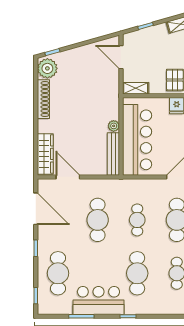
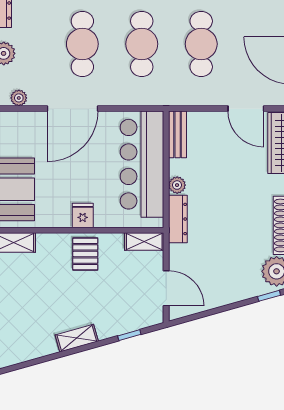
dresser: (113, 103) -> (178, 219), added
bench: (113, 154) -> (178, 134), width x0.73
cafe table: (137, 220) -> (142, 44), width x1.37, depth x1.35

